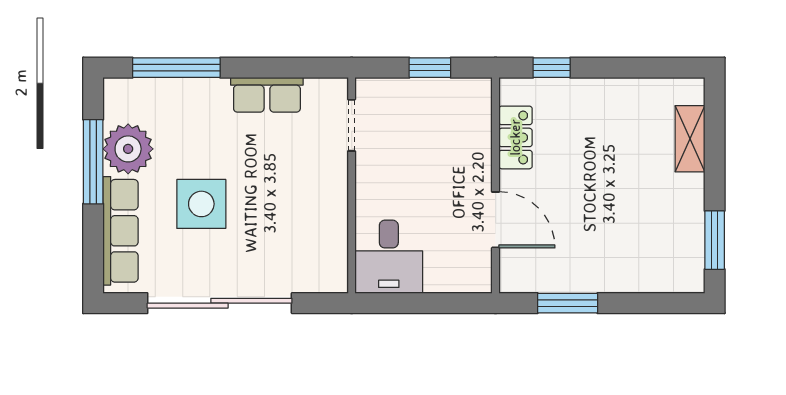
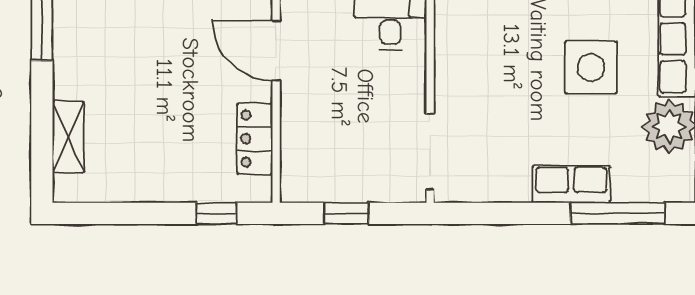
row of seats: (267, 95) -> (571, 184), moved
doorway: (352, 125) -> (430, 152), width x1.38

